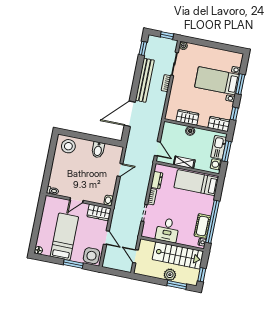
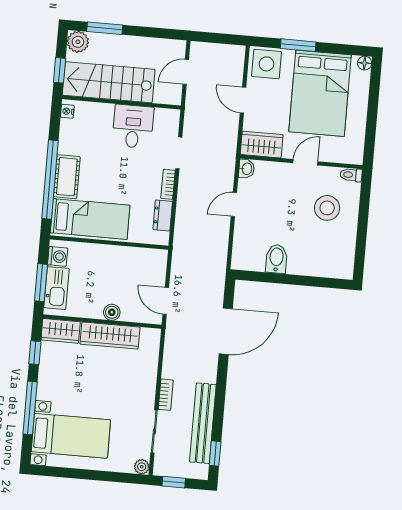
bench: (145, 80) -> (203, 423), moved
bed with nightstands: (217, 81) -> (71, 436), moved
window: (240, 84) -> (30, 408), width x1.44
wardrobe: (187, 117) -> (110, 336), width x1.50
stool: (68, 146) -> (327, 208), moved
door: (157, 149) -> (166, 301), moved
shelving: (184, 162) -> (116, 254), removed
door: (120, 170) -> (234, 204), moved
window: (212, 222) -> (50, 180), moved
cot: (202, 226) -> (67, 177), moved
bed: (64, 237) -> (320, 93), width x1.50
door: (136, 256) -> (186, 72), swing flipped
plant: (170, 275) -> (78, 42), moved
window: (202, 275) -> (60, 70), moved

